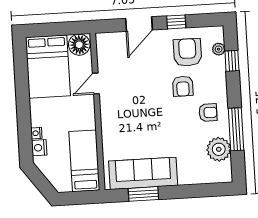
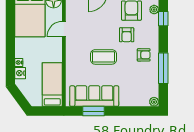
coffee table: (153, 119) -> (104, 57), added
plant: (219, 149) -> (154, 102), moved, width x0.53, depth x0.53

